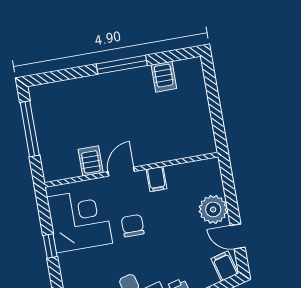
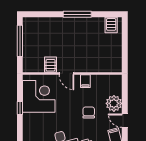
server rack: (164, 77) -> (111, 25), moved
door: (121, 172) -> (67, 73), swing flipped
chair: (133, 226) -> (89, 112), moved

